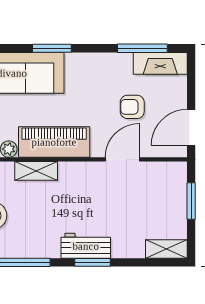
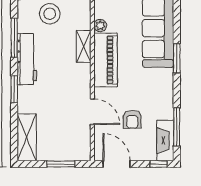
window: (191, 72) -> (159, 164), added
armchair: (132, 107) -> (132, 119), turned 180
workbench: (86, 246) -> (27, 59), moved, width x1.38
shelving: (166, 249) -> (27, 137), width x1.50, depth x1.33

